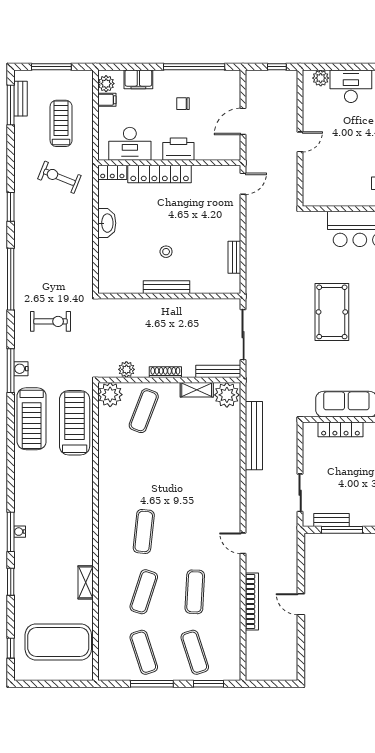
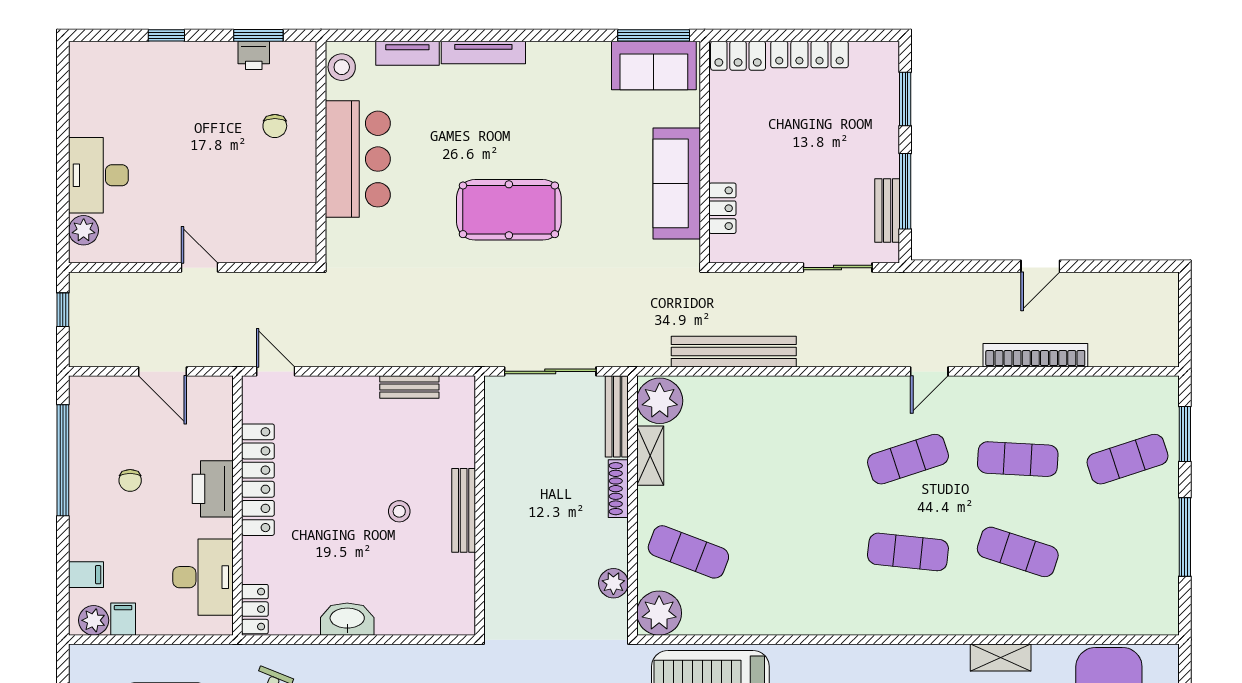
filing cabinet: (138, 79) -> (86, 575), width x0.50
locker: (160, 174) -> (258, 480), moved
shoe rack: (165, 372) -> (618, 489), moved
locker: (340, 429) -> (722, 208), width x0.66
exercise mat: (144, 652) -> (908, 459), moved

